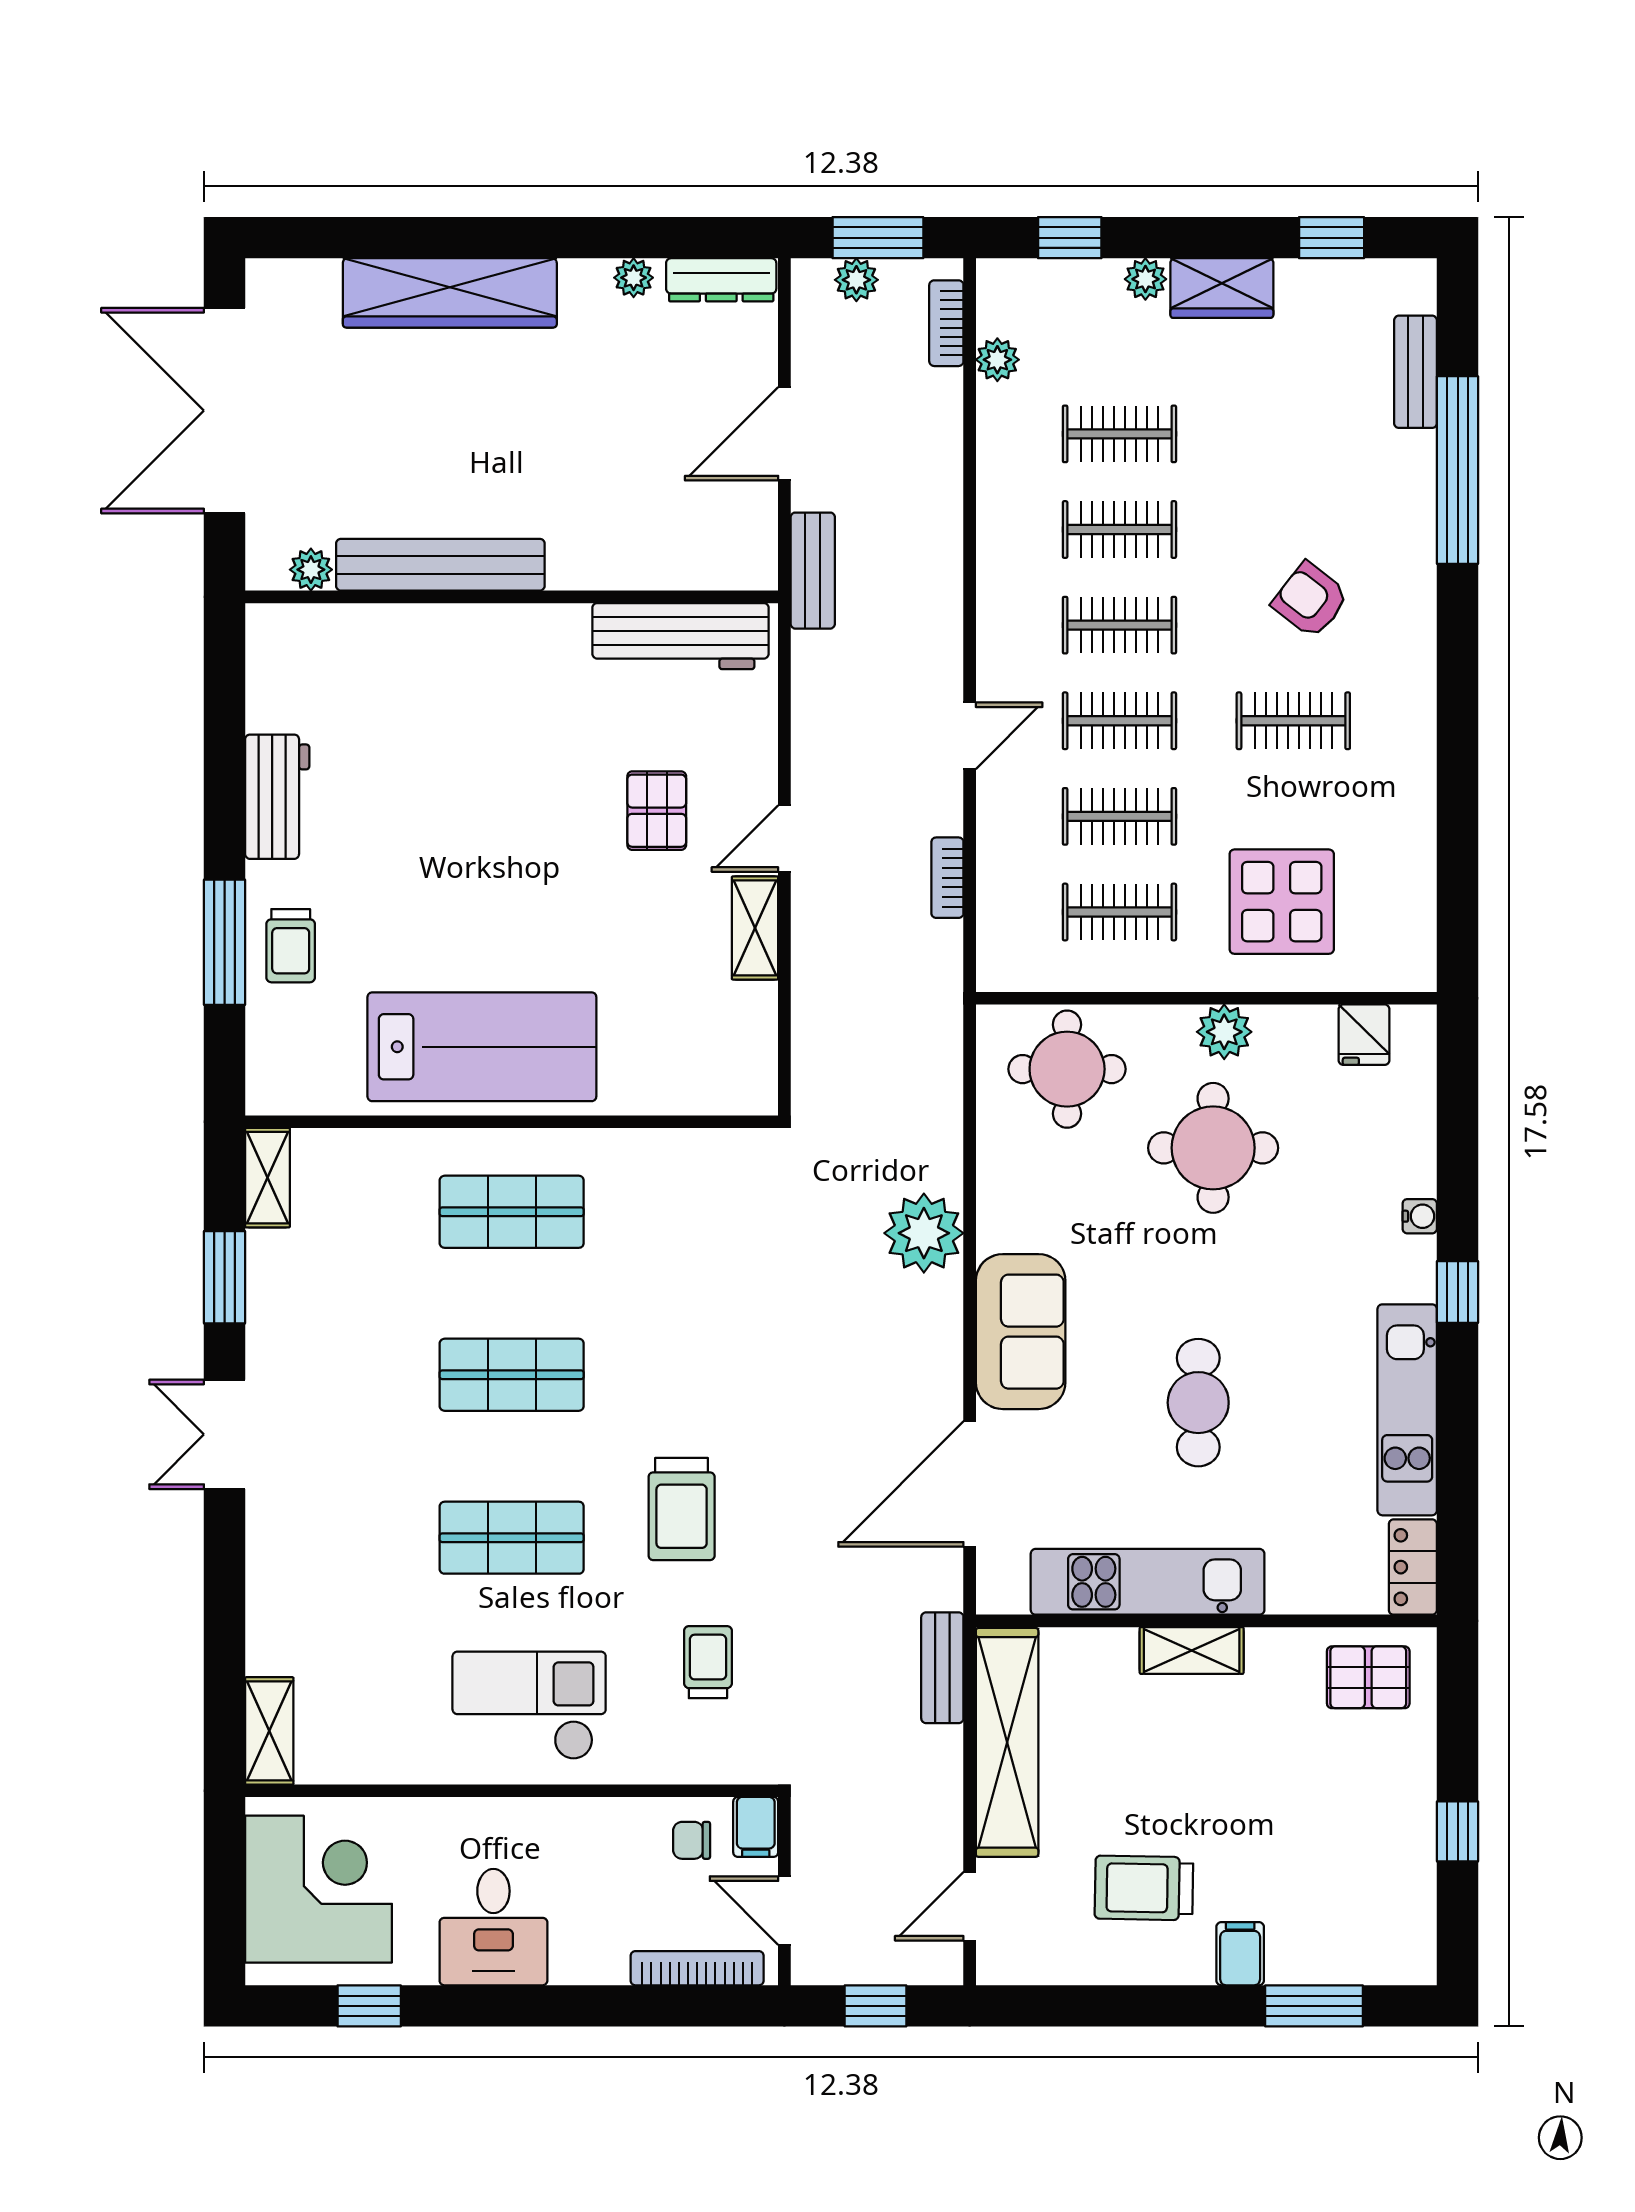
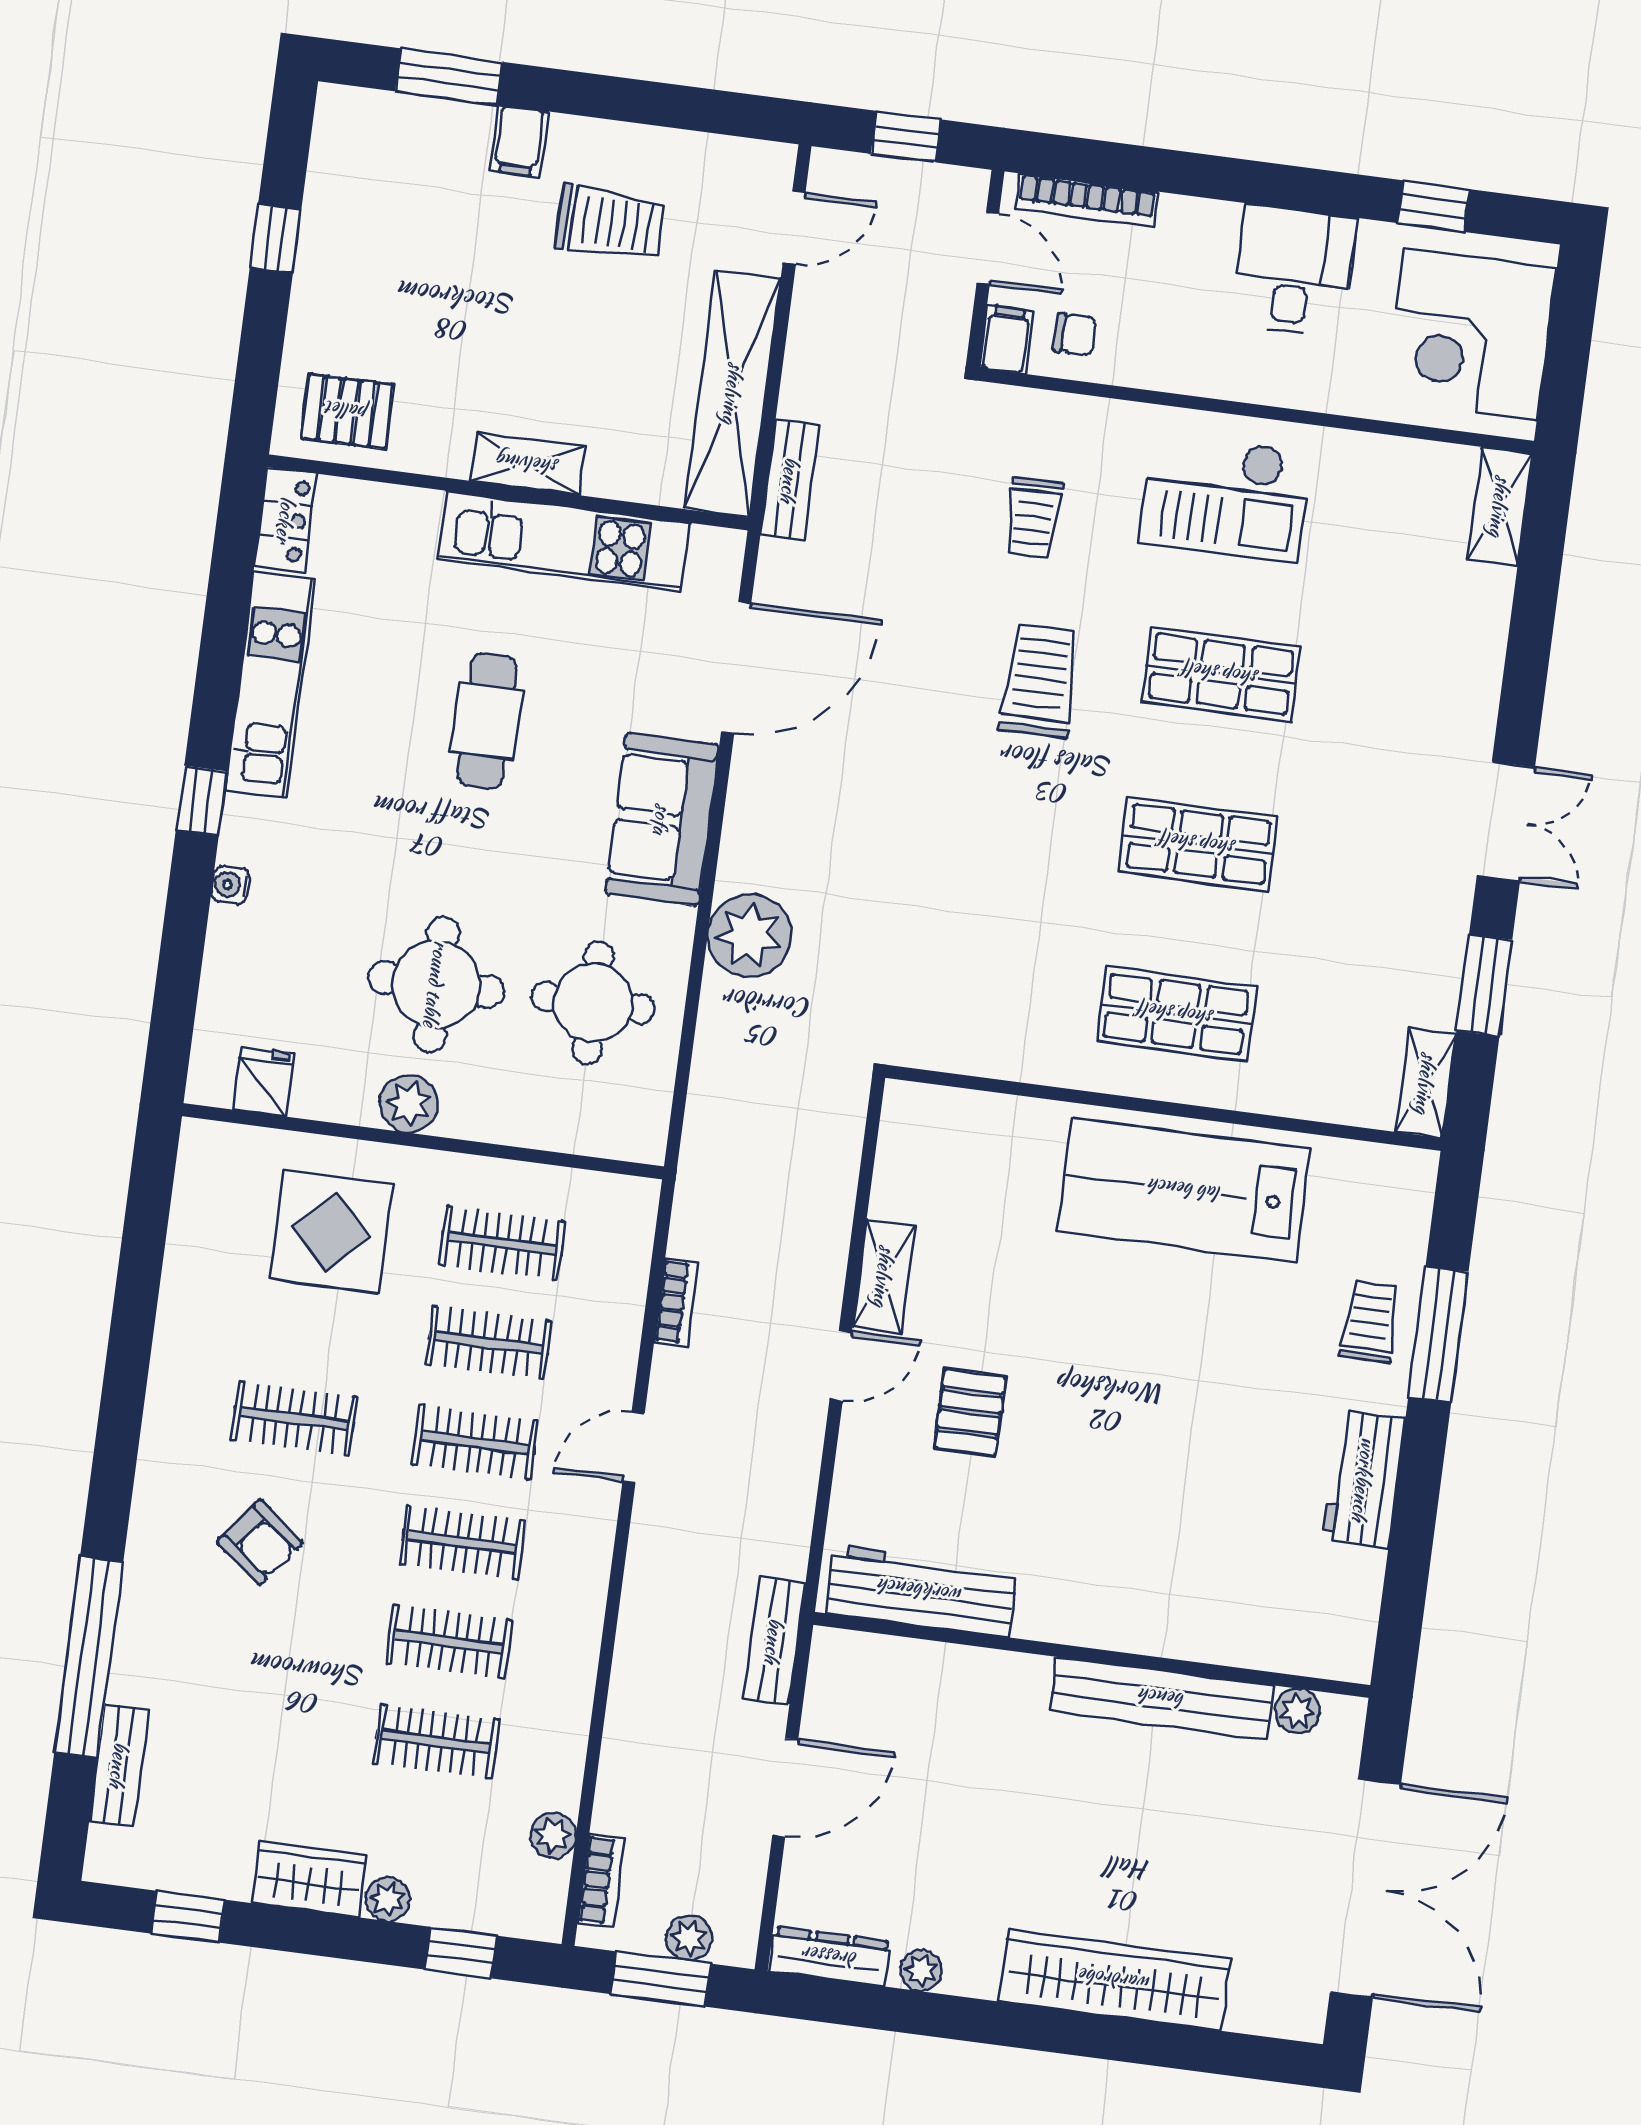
round table: (1067, 1069) -> (593, 1003), moved

